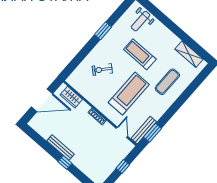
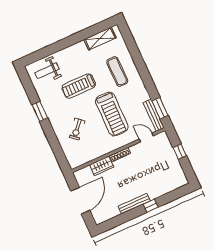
weight bench: (141, 21) -> (47, 71), turned 90
treadmill: (129, 94) -> (112, 114), turned 180
wardrobe: (71, 97) -> (102, 166), moved

